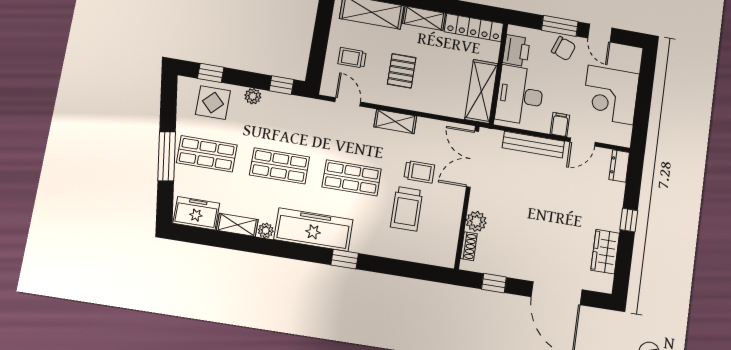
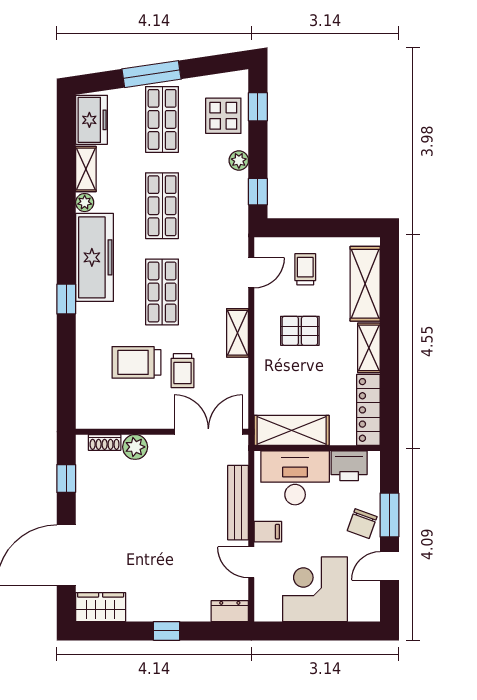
wardrobe: (605, 252) -> (101, 607), moved

